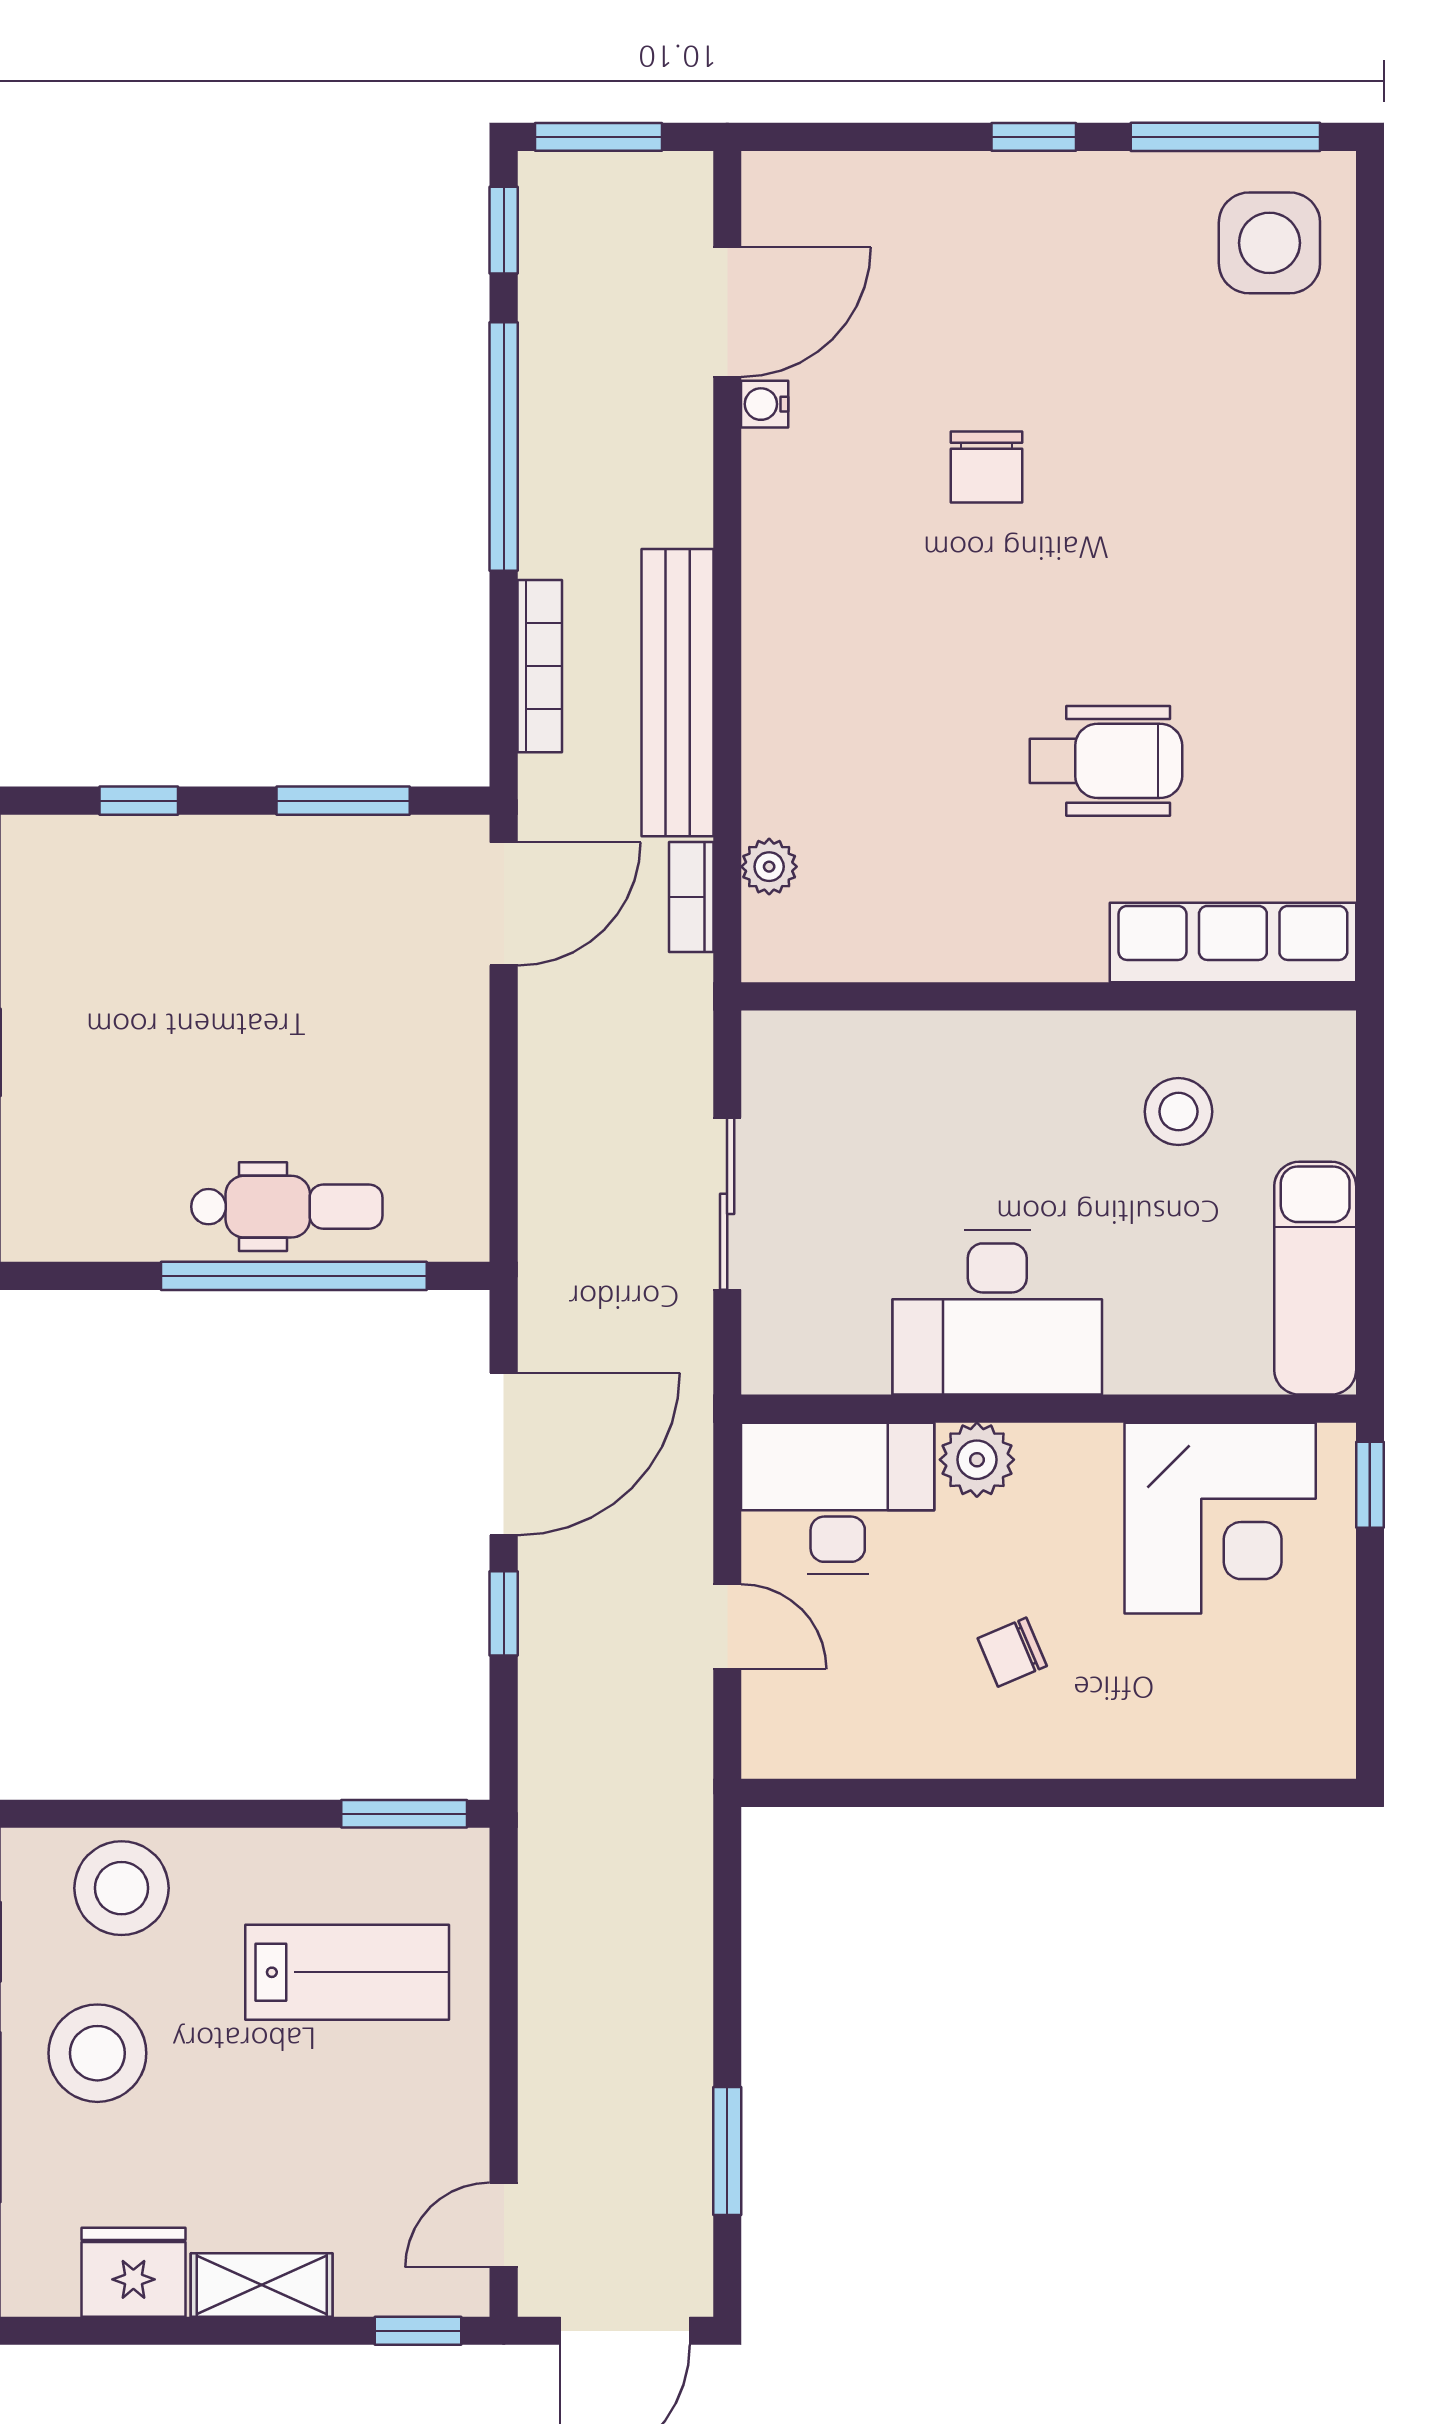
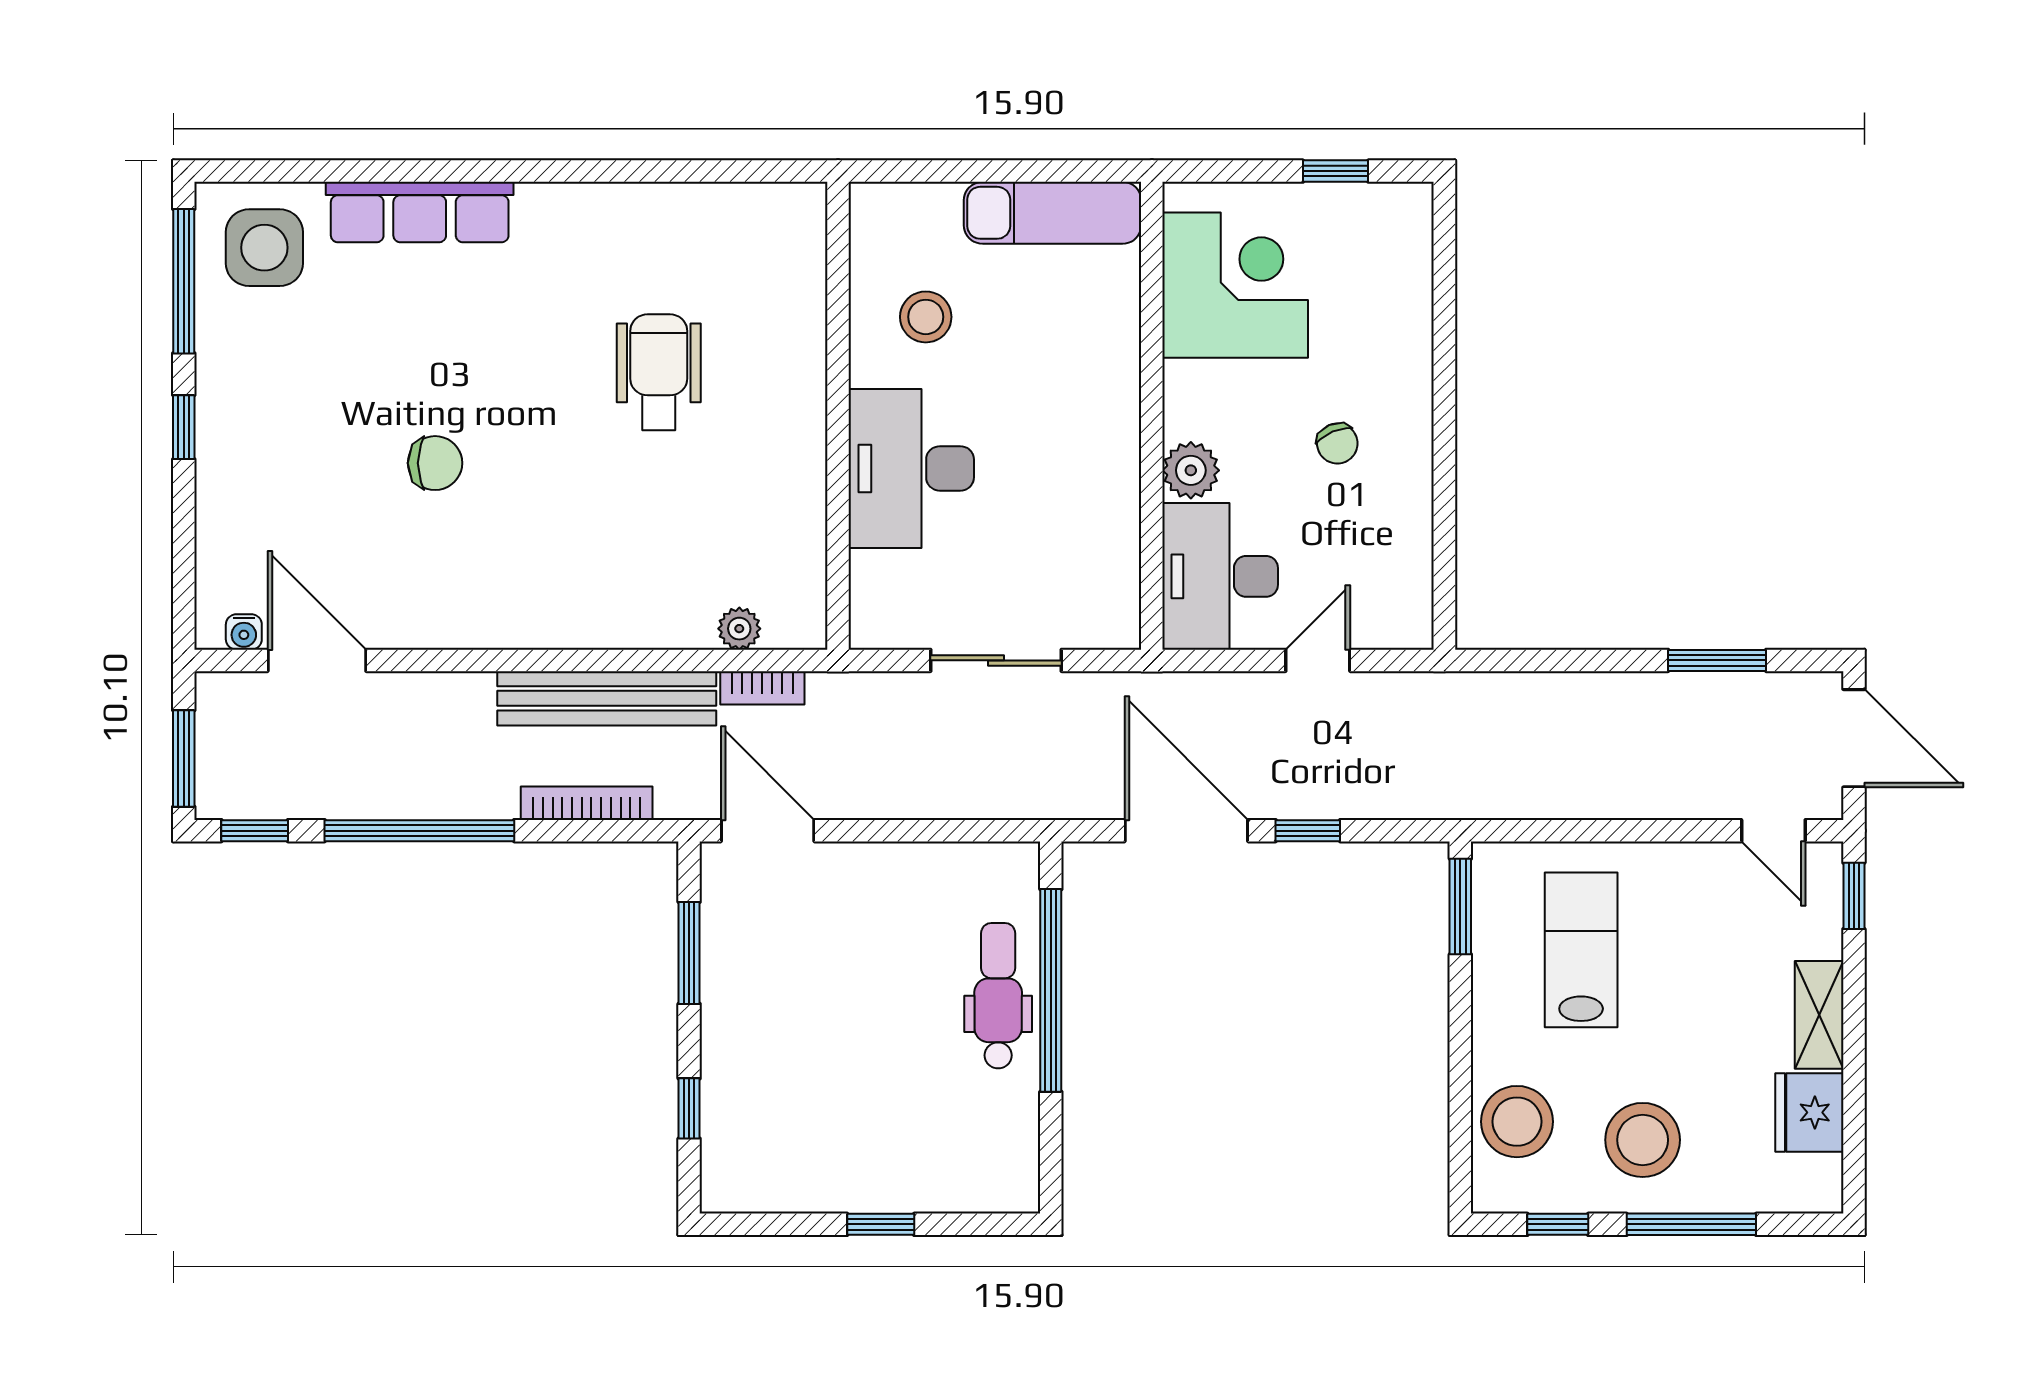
water cooler: (765, 404) -> (244, 632), moved
row of seats: (1233, 943) -> (420, 212), moved, turned -90
desk: (997, 1312) -> (911, 468), moved, turned 180
window: (1370, 1485) -> (1336, 171), moved

